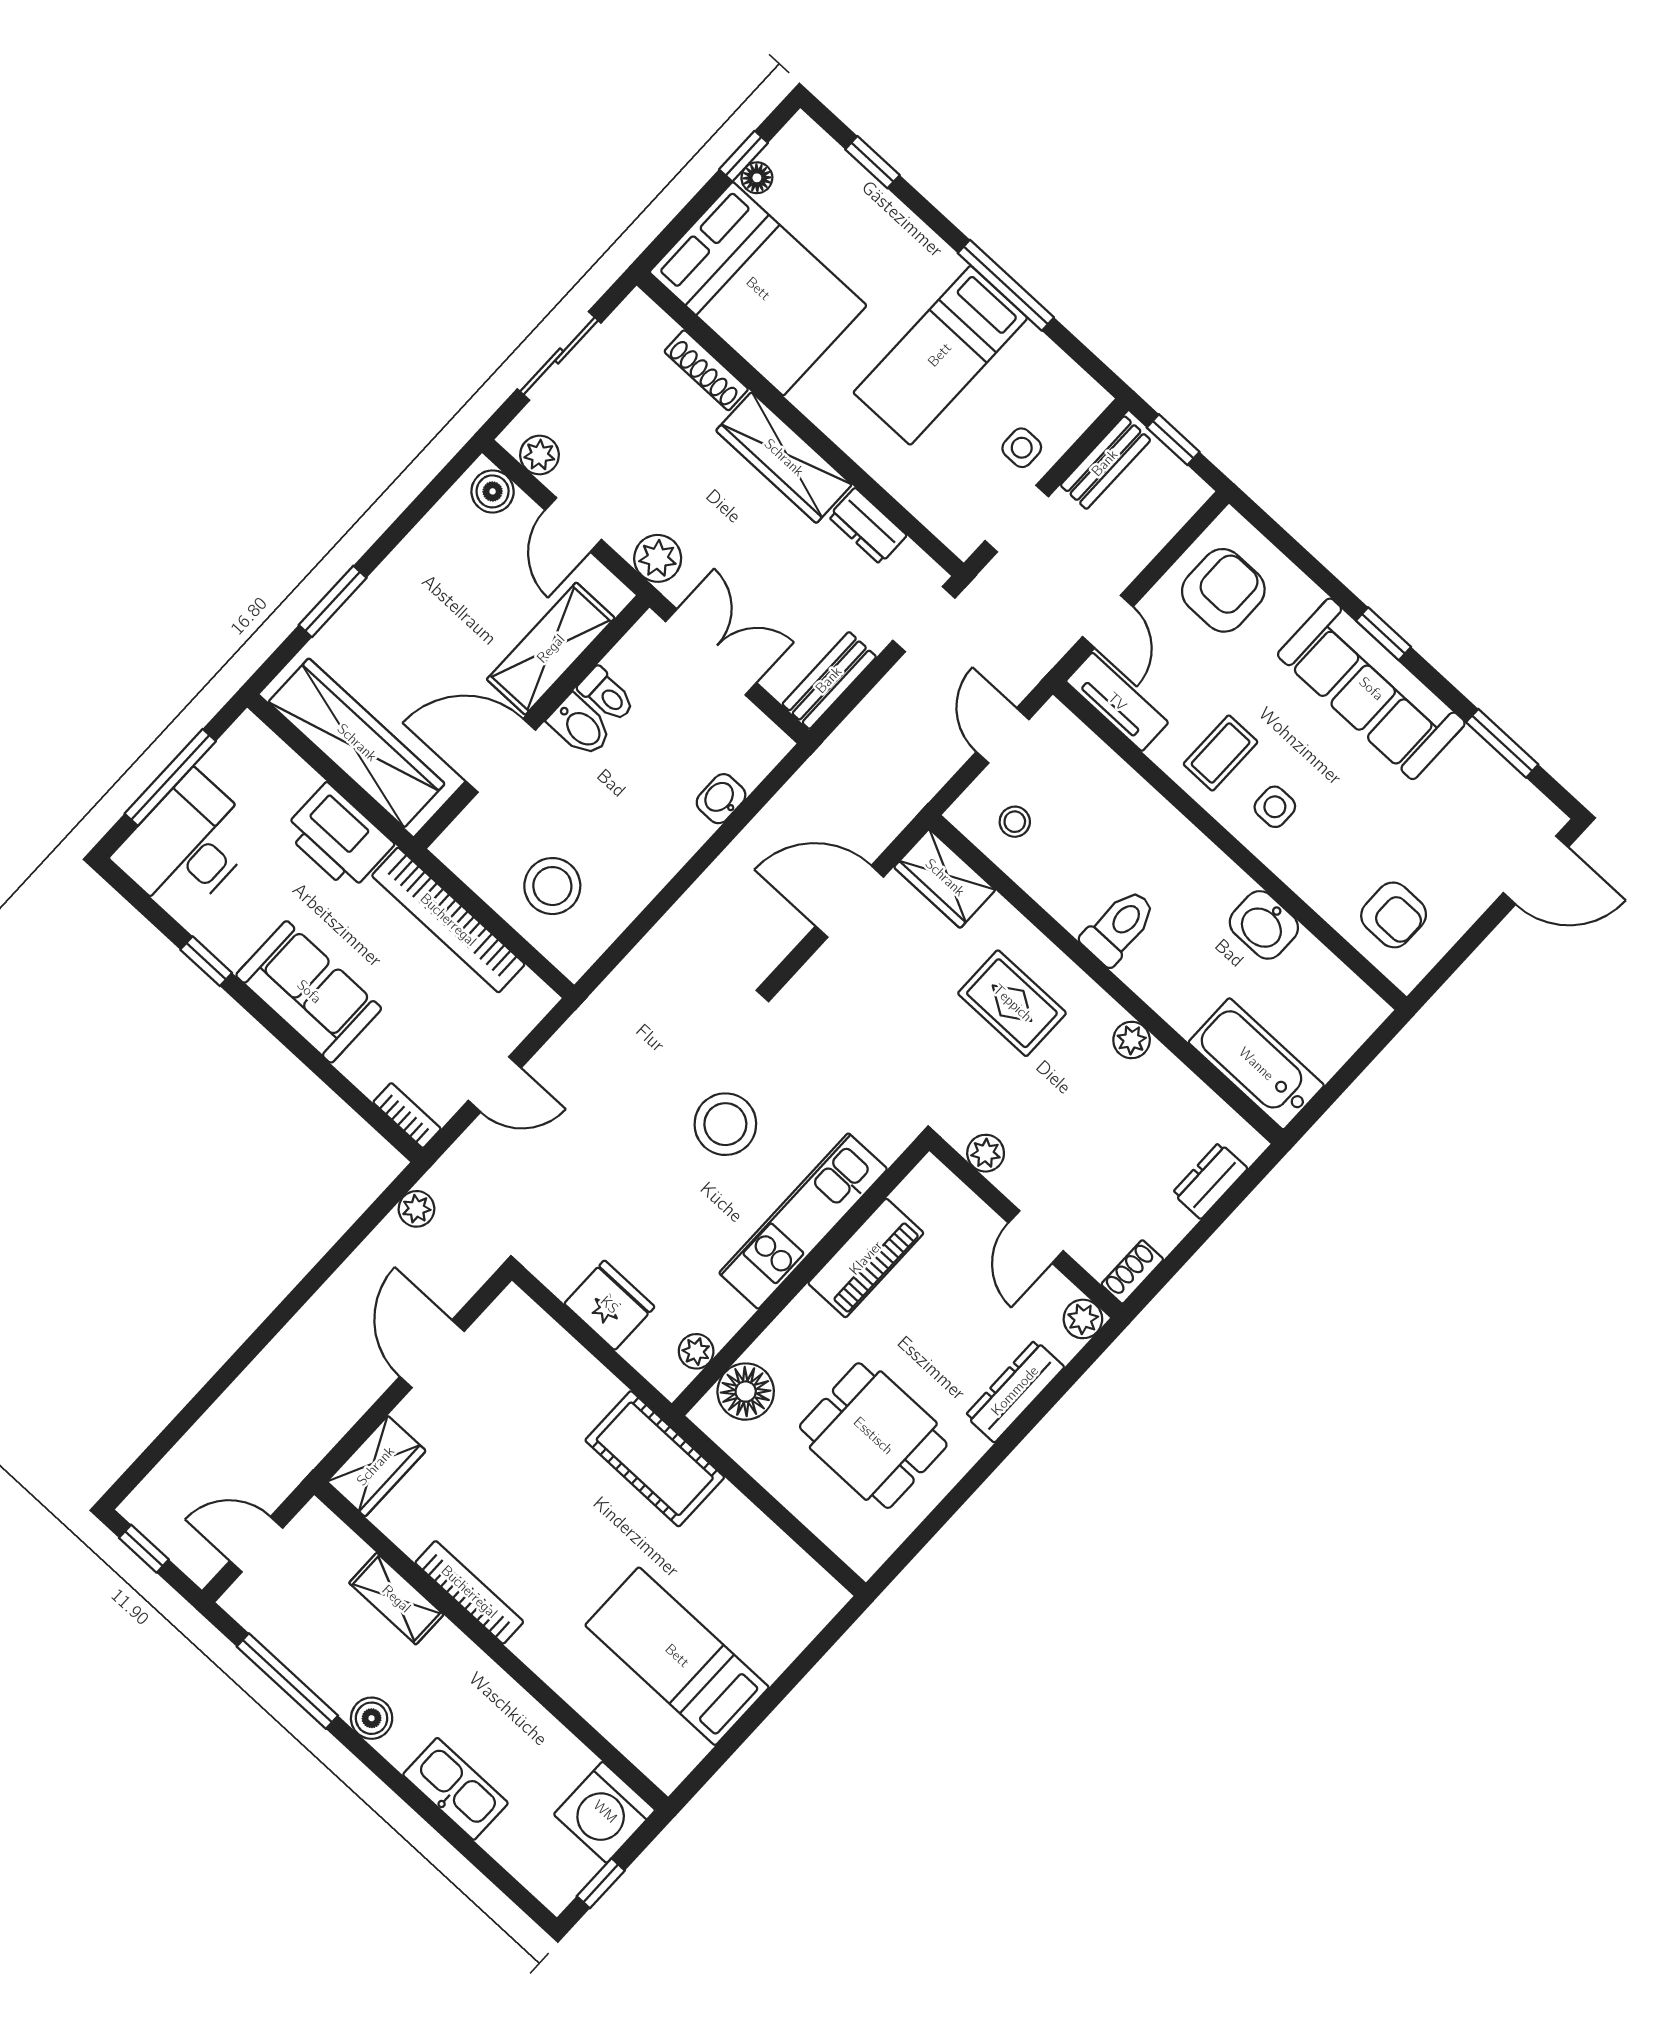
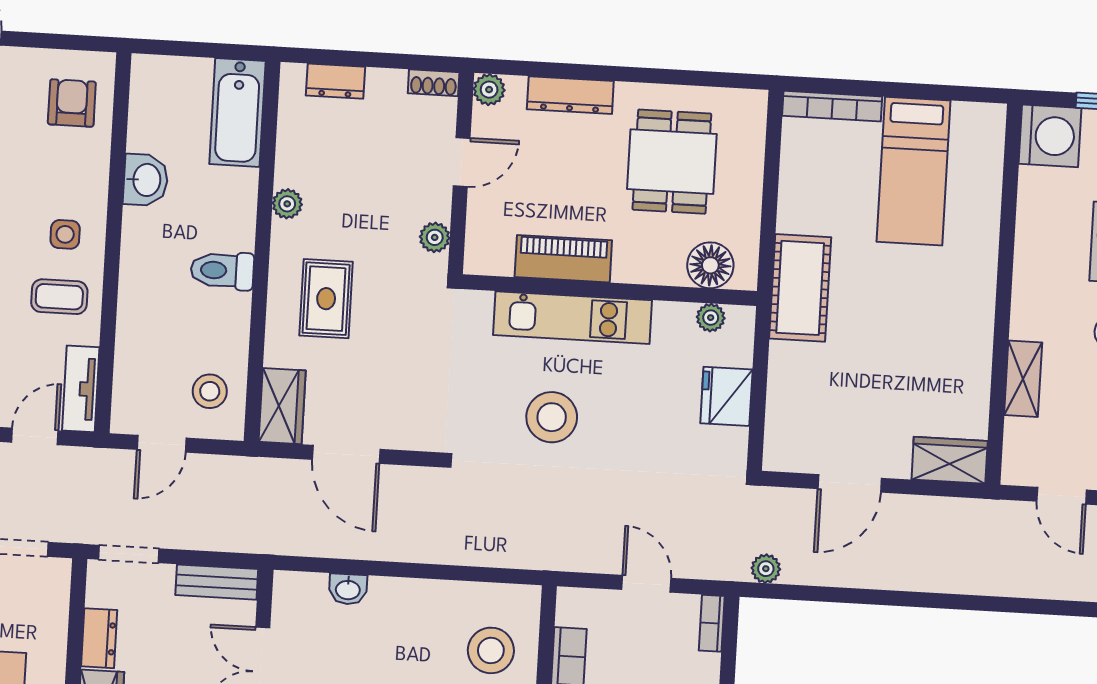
stool: (1015, 822) -> (210, 391), width x1.37, depth x1.37
bookcase: (469, 1592) -> (832, 106), moved, turned -90

